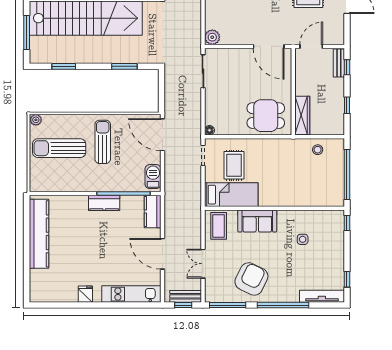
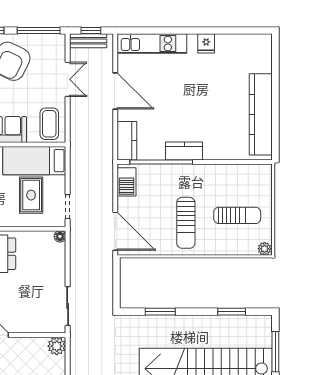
sun lounger: (59, 148) -> (237, 215), width x0.73, depth x0.75

